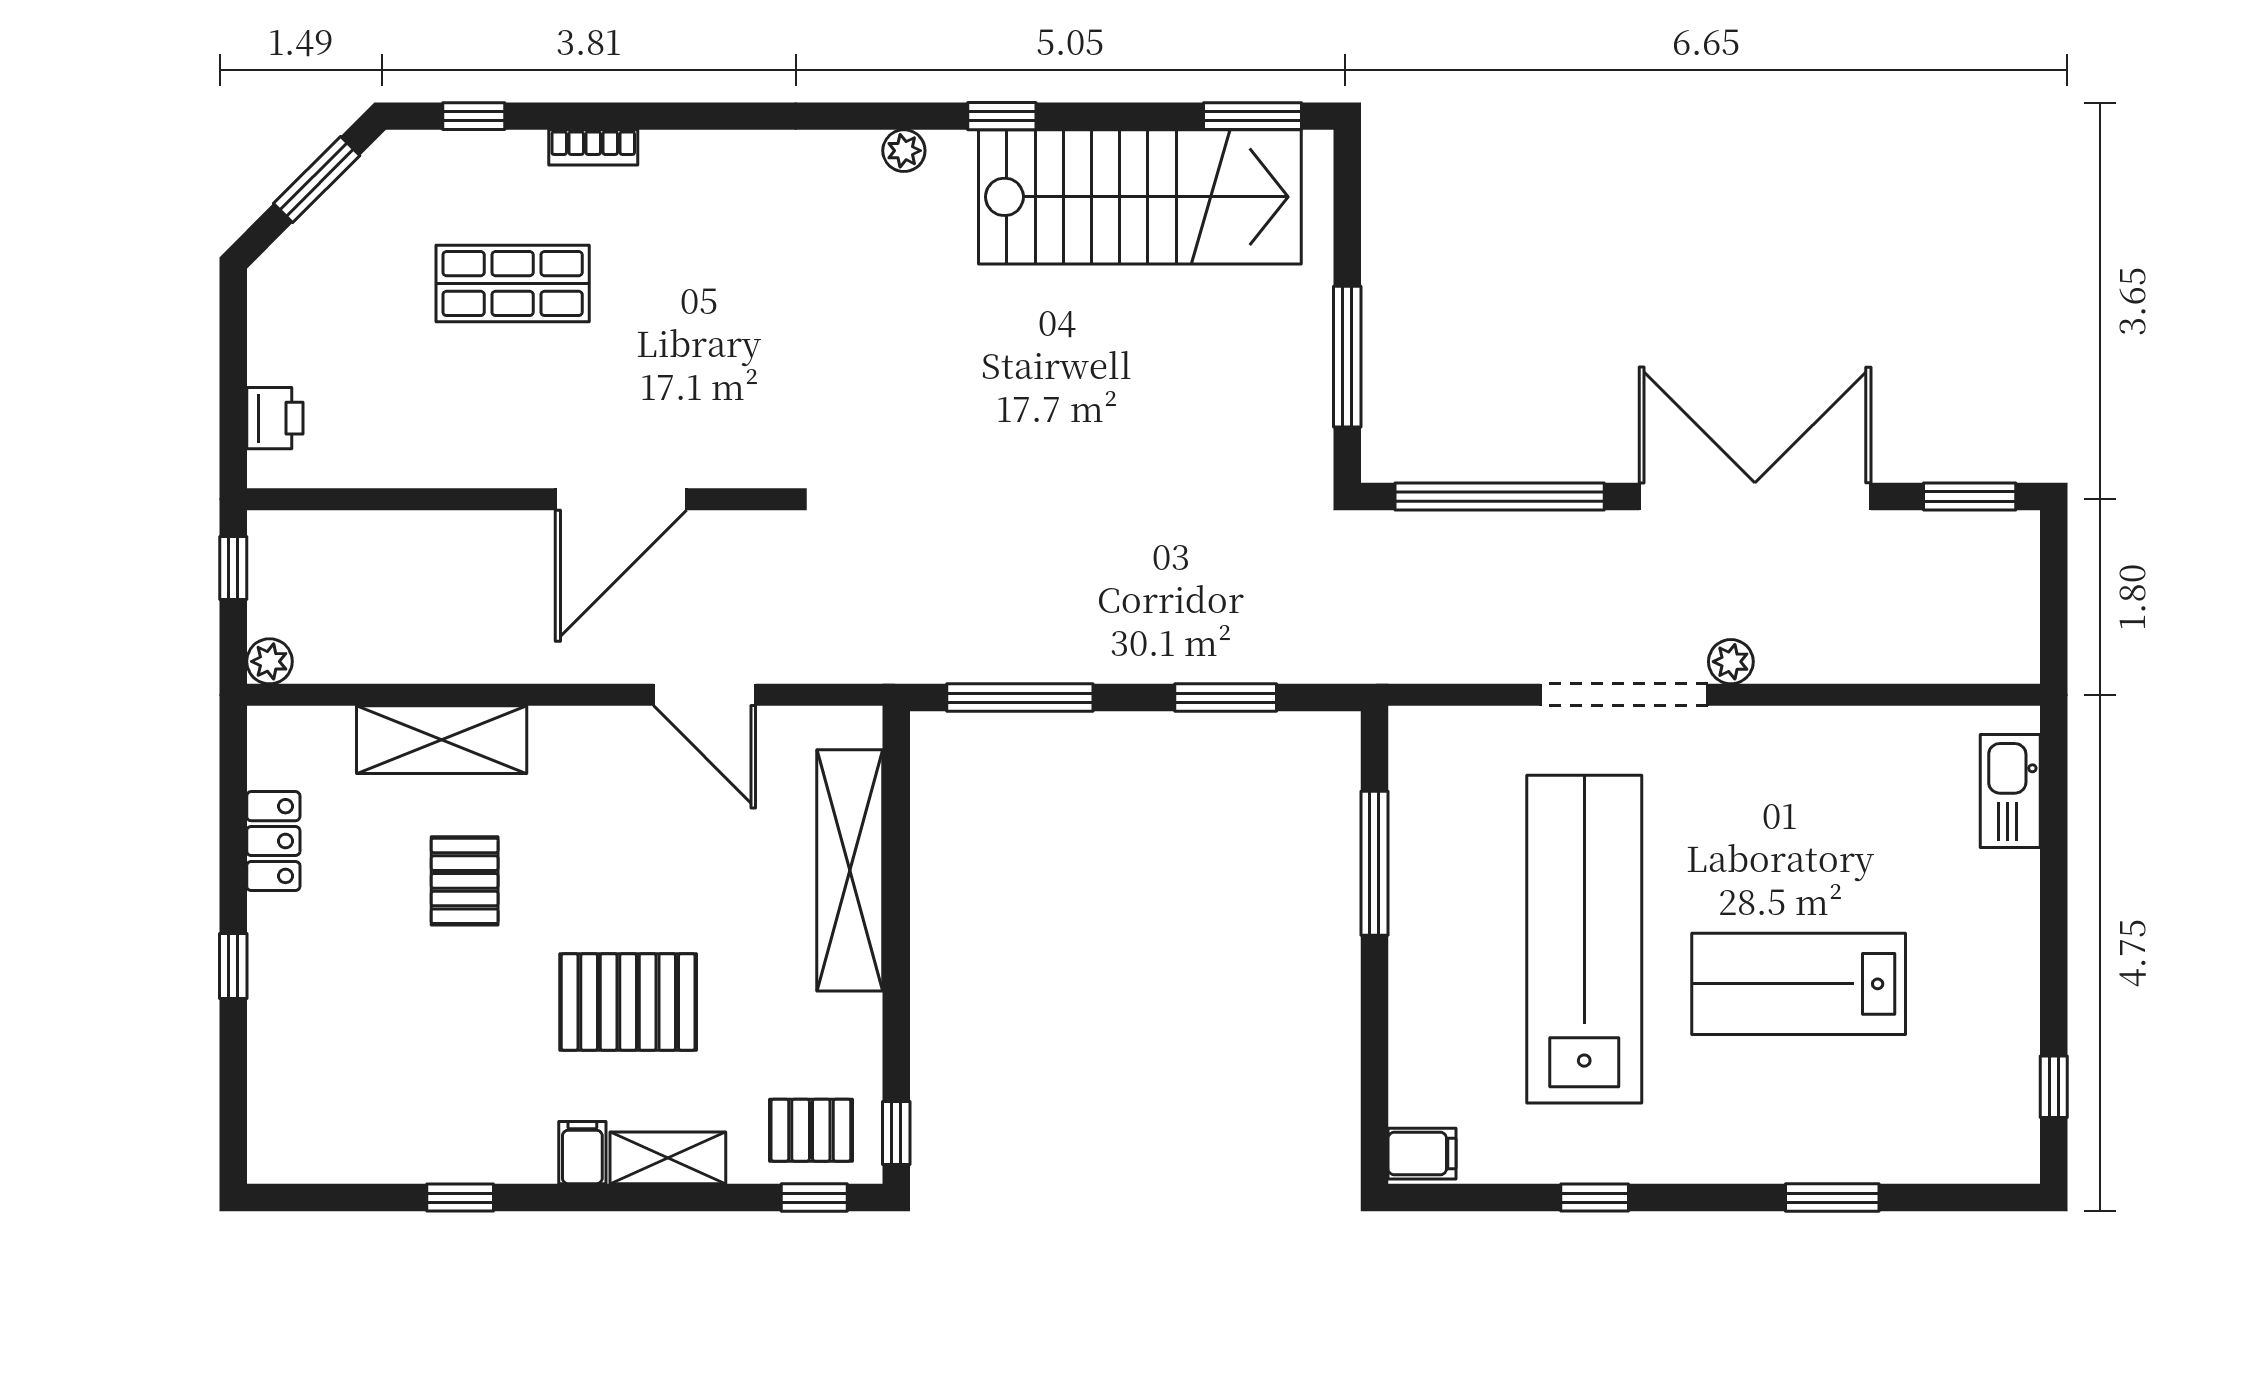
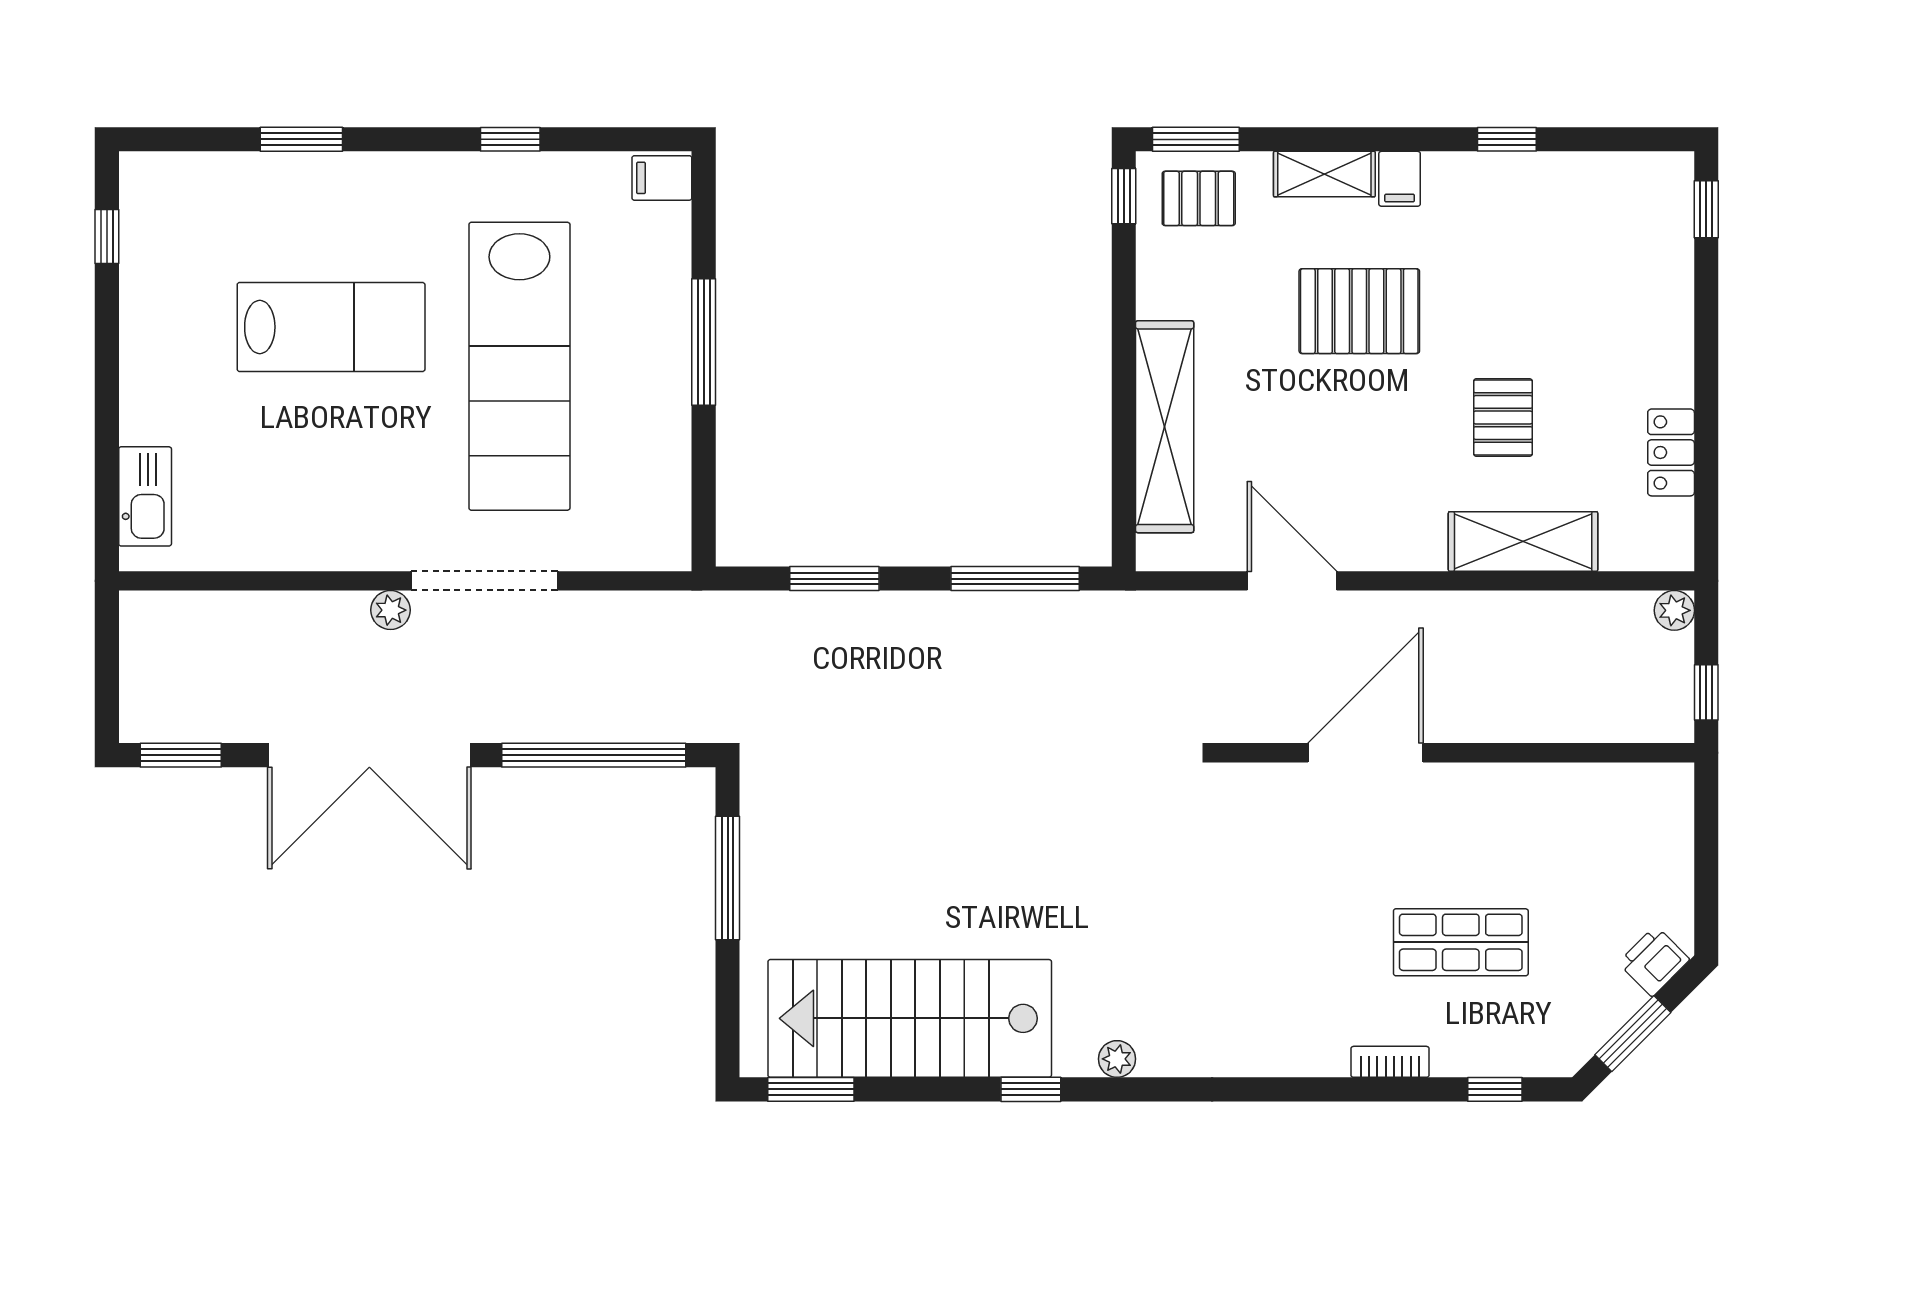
printer: (275, 418) -> (1654, 961), moved, turned 45
window: (1374, 863) -> (704, 342), moved
window: (233, 966) -> (1706, 209), moved
window: (814, 1198) -> (1196, 139), width x1.50

